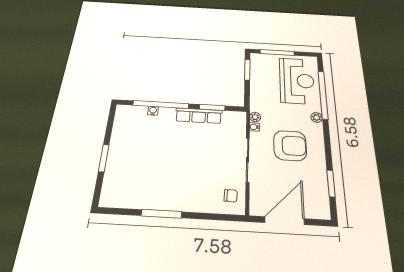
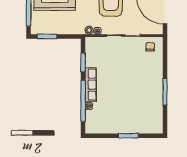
row of seats: (199, 116) -> (91, 85), moved

